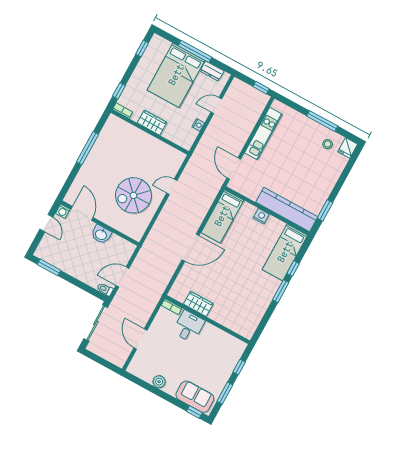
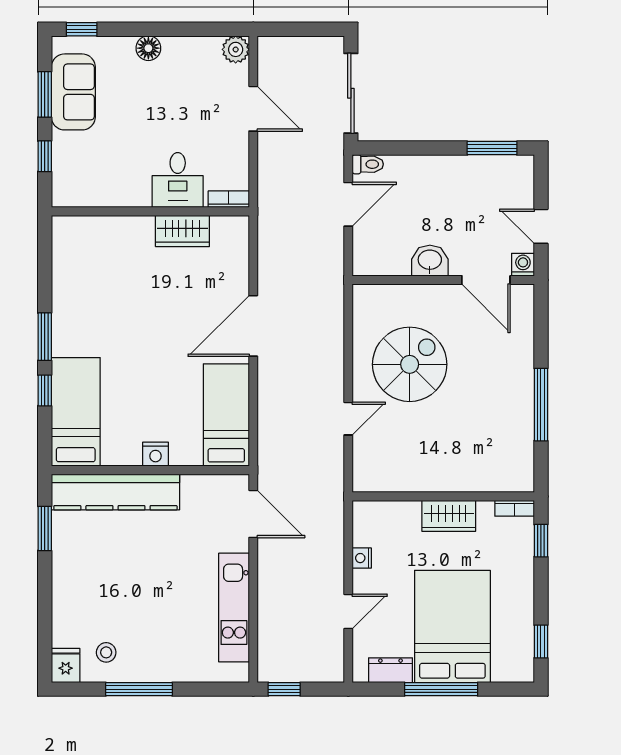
plant: (159, 382) -> (236, 49), moved
floor lamp: (171, 389) -> (148, 48), added
sofa: (195, 397) -> (73, 92), moved, turned -90

